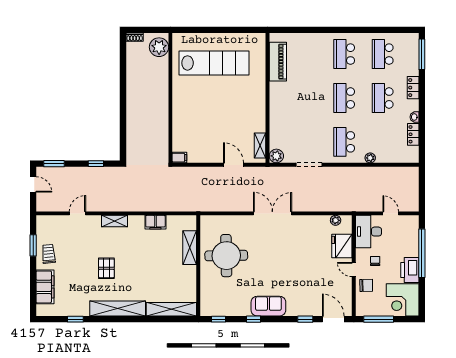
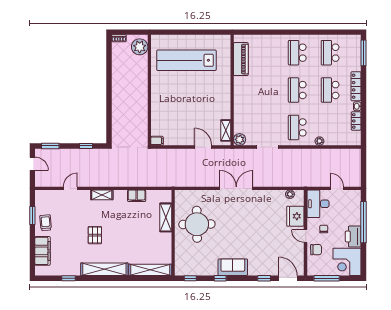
lab bench: (214, 63) -> (186, 60), turned 180
locker: (413, 88) -> (356, 86), width x1.53

